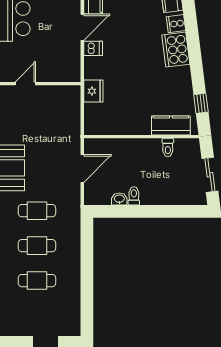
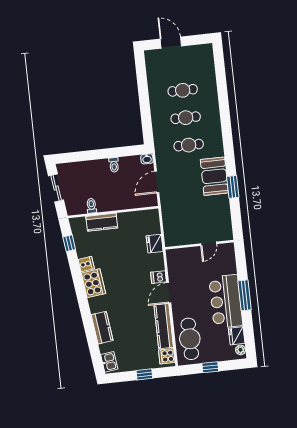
cooker: (176, 24) -> (86, 264), moved
kitchen counter: (171, 125) -> (102, 222), moved
washbasin: (119, 199) -> (147, 159), moved

